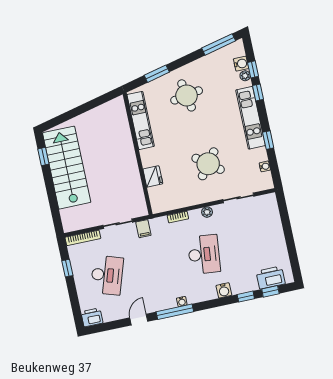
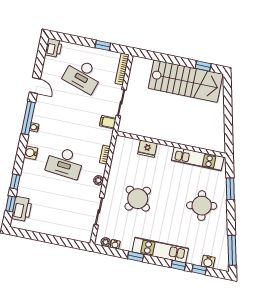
plant: (245, 76) -> (106, 242), moved
water cooler: (224, 290) -> (31, 153), moved

